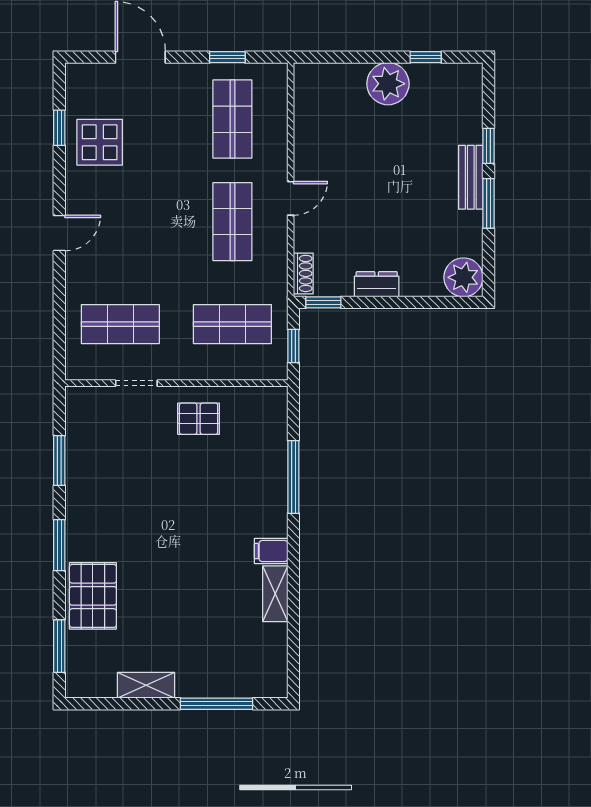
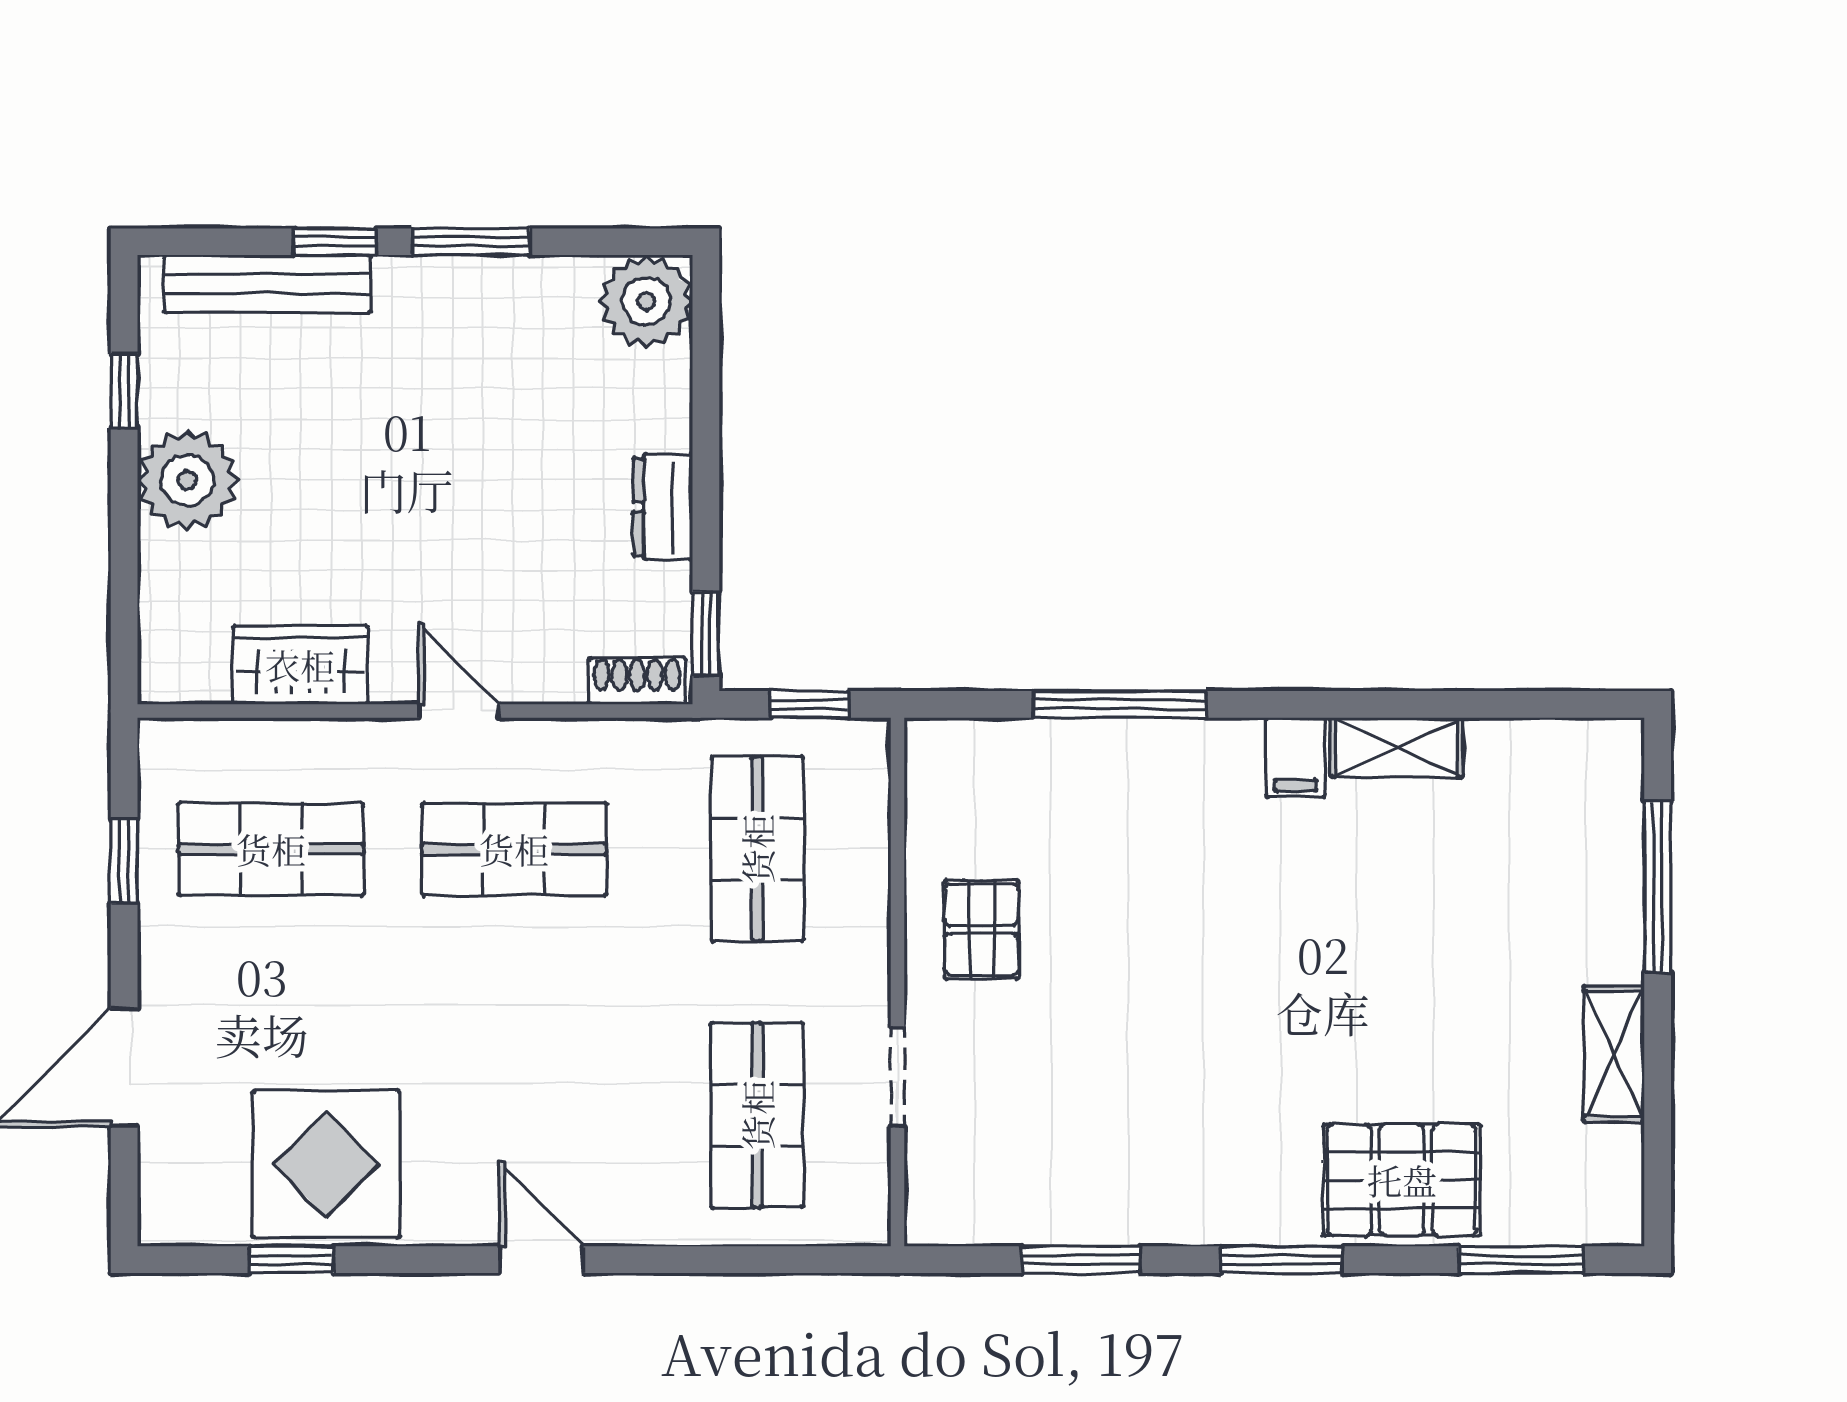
wardrobe: (310, 131) -> (300, 665), added
display table: (100, 142) -> (326, 1164), width x1.36, depth x1.36
bench: (471, 177) -> (267, 284), moved, width x1.36

